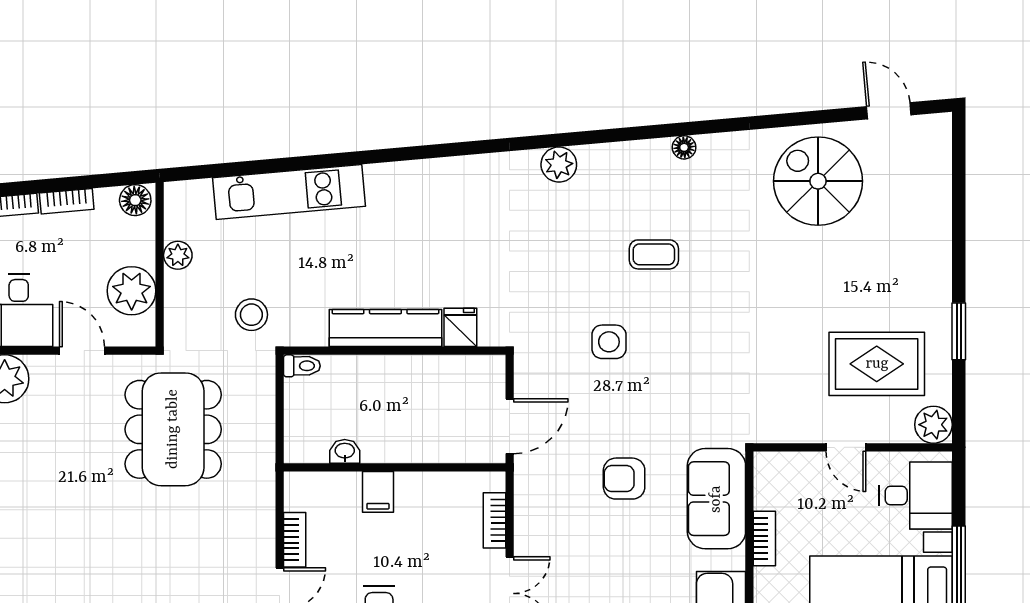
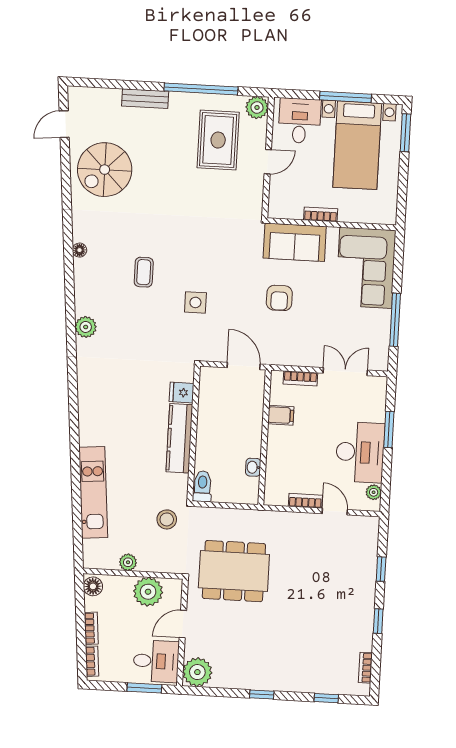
bench: (938, 241) -> (145, 99), added
window: (959, 331) -> (201, 89), width x2.11
toilet: (302, 366) -> (202, 486), width x1.37, depth x1.39
filing cabinet: (378, 492) -> (281, 415), moved

